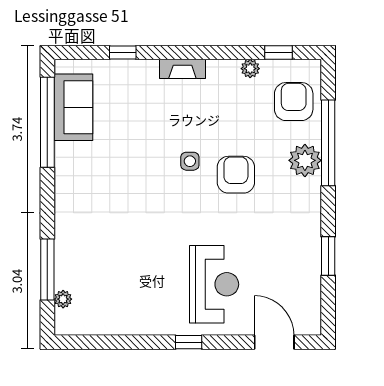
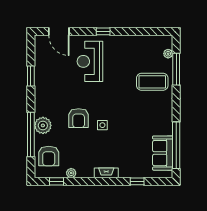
coffee table: (94, 245) -> (152, 82), added

